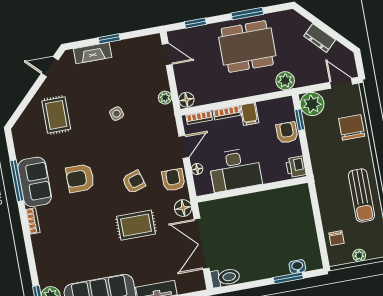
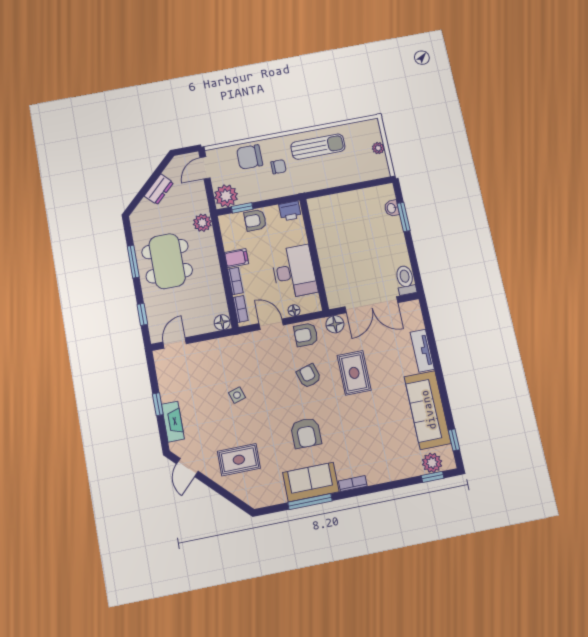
plant: (165, 98) -> (220, 345), removed
chair: (336, 238) -> (278, 167), moved

